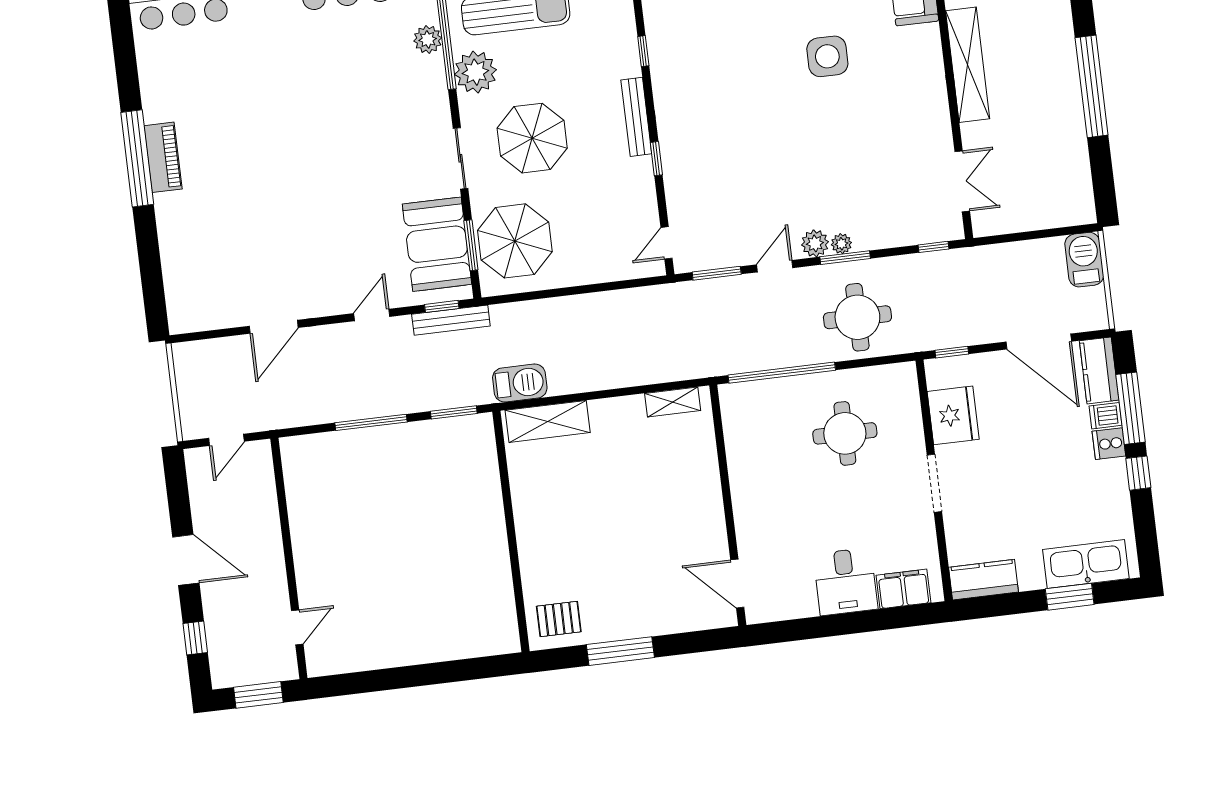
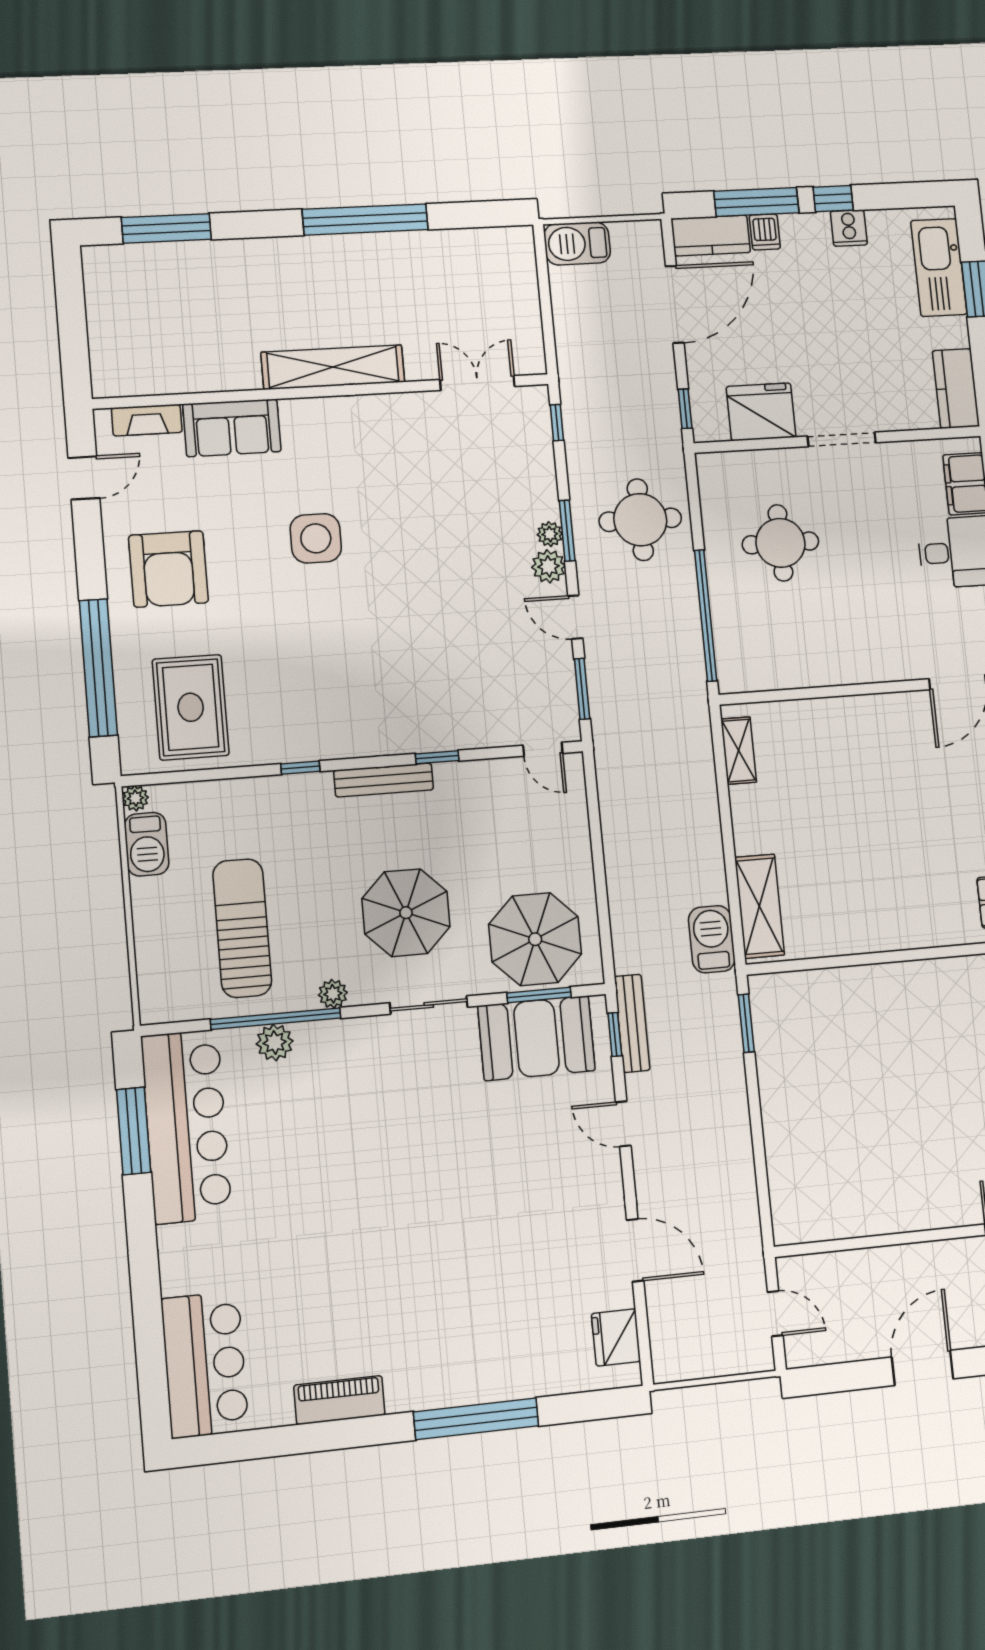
plant: (475, 72) -> (333, 994), width x0.53, depth x0.53
piano: (163, 157) -> (339, 1400), moved
window: (137, 158) -> (476, 1419), moved
fridge: (206, 313) -> (616, 1337), added
window: (371, 422) -> (757, 1128), removed
cooker: (1109, 444) -> (849, 228), moved

